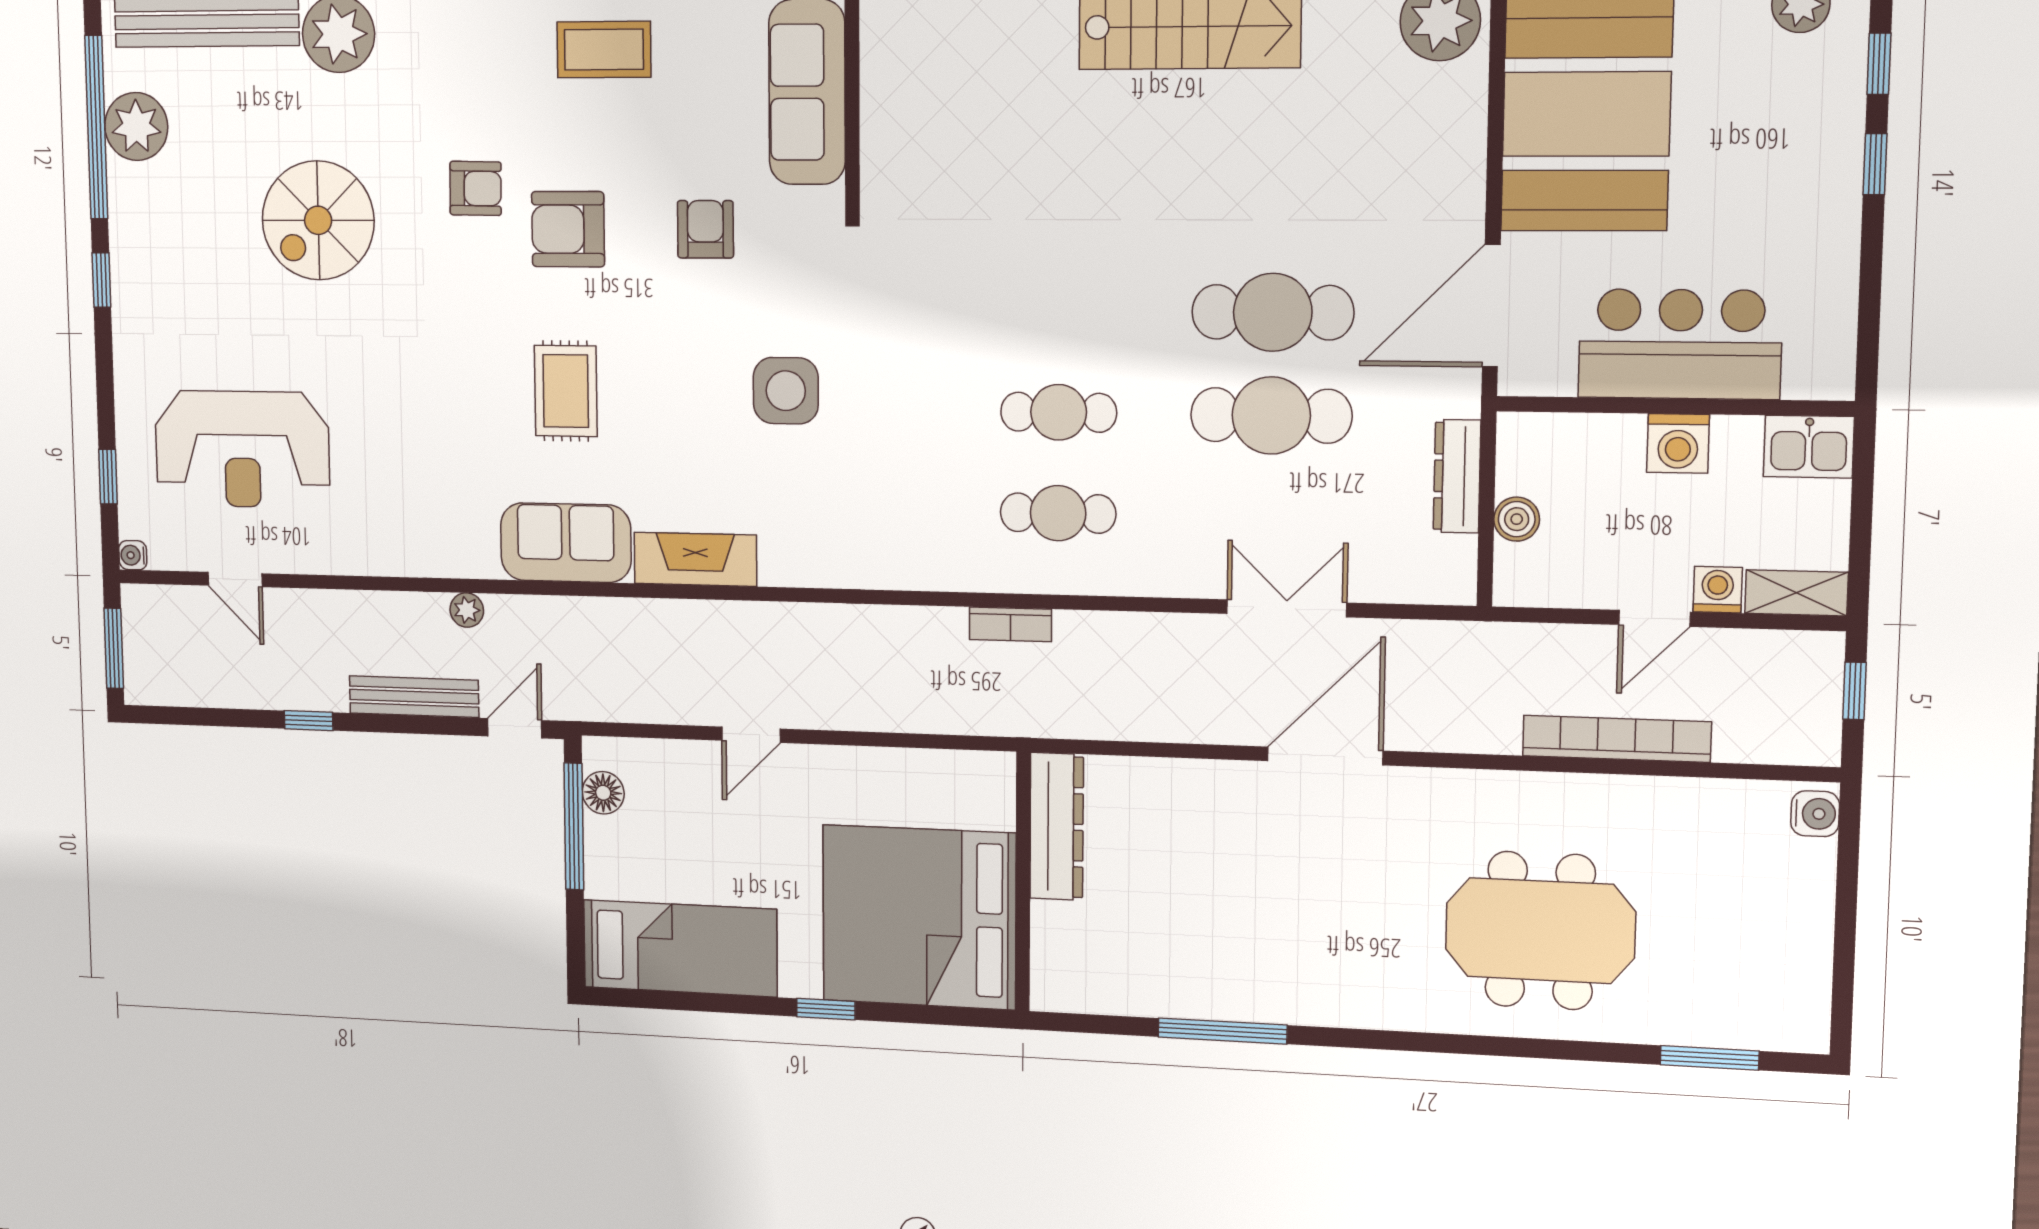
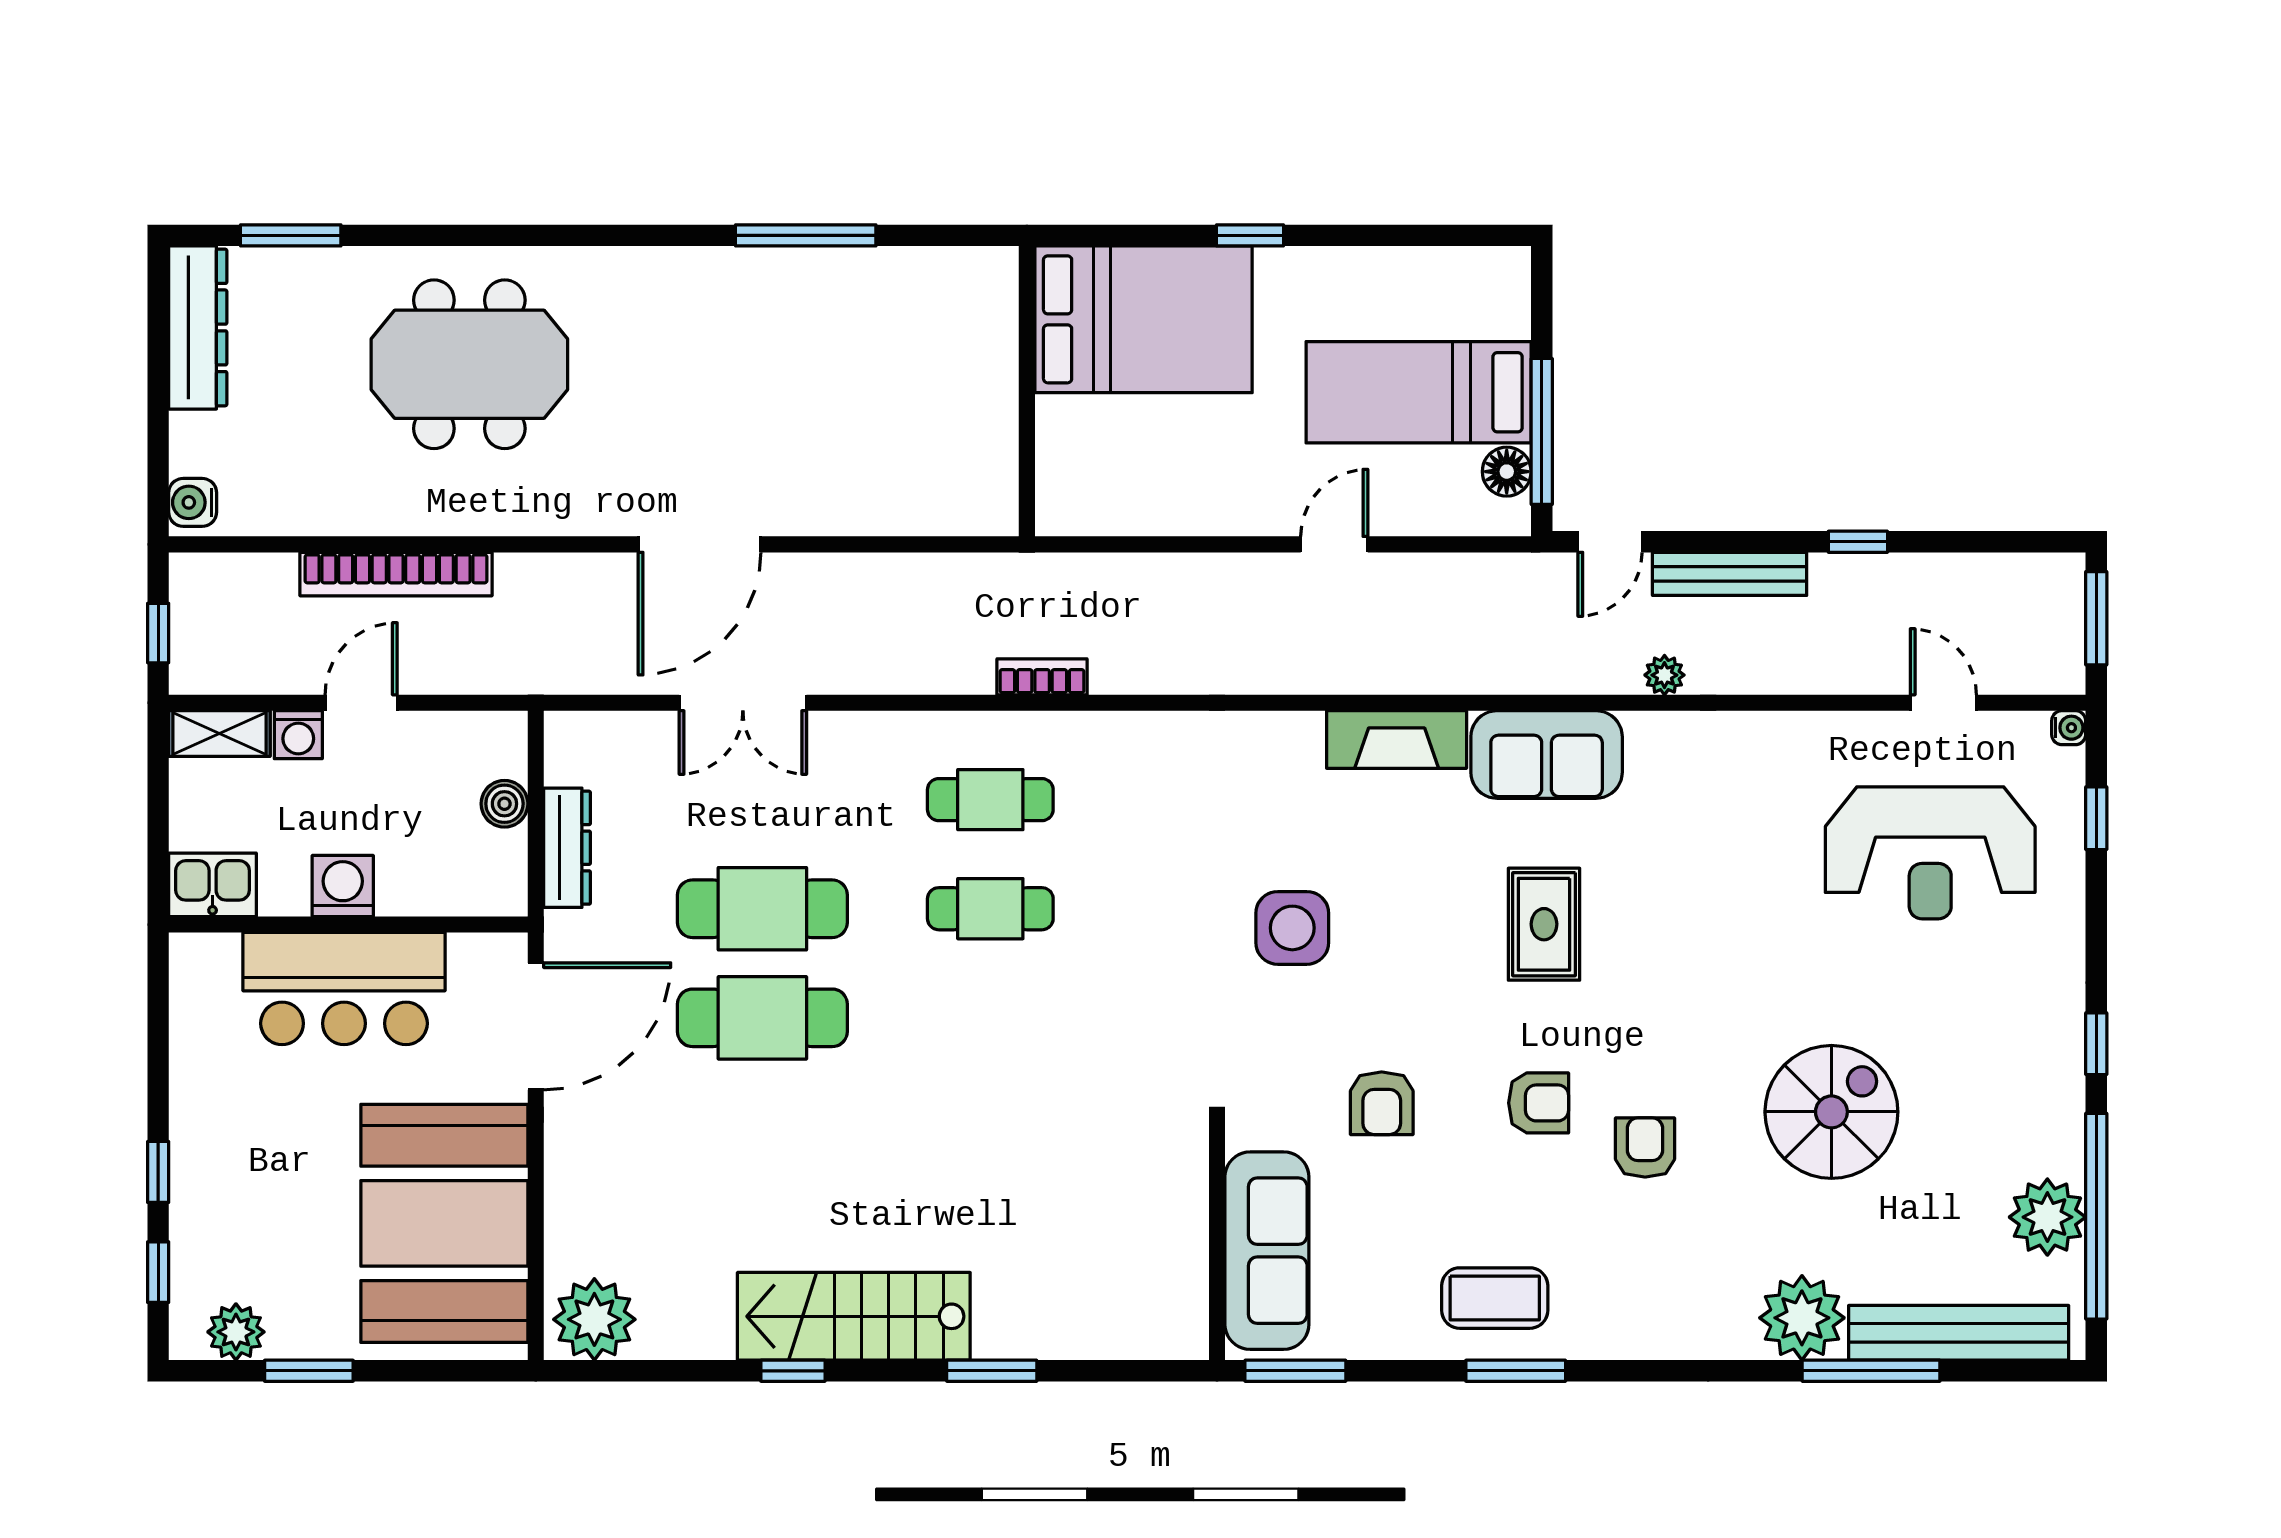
armchair: (476, 188) -> (1645, 1148), turned 89
armchair: (568, 229) -> (1539, 1103), width x0.72, depth x0.72
reception desk: (242, 449) -> (1930, 853), turned 180
dresser: (1057, 826) -> (198, 327), moved, turned 180
bed: (919, 917) -> (1143, 319), width x0.73
bed: (680, 948) -> (1419, 392), moved

